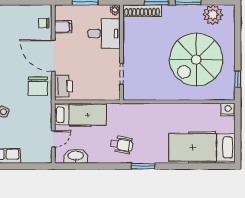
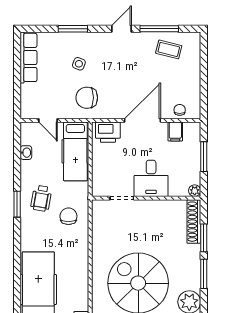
desk: (104, 33) -> (151, 178), moved
chair: (38, 86) -> (87, 98), moved
chair: (137, 121) -> (68, 216), added
washbasin: (76, 156) -> (26, 153), width x0.52, depth x0.69
window: (143, 166) -> (17, 204), moved

